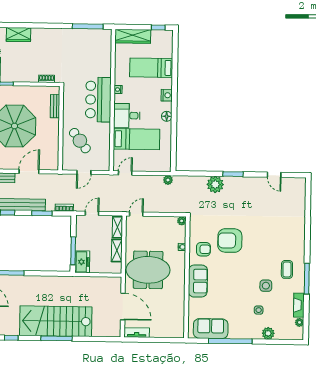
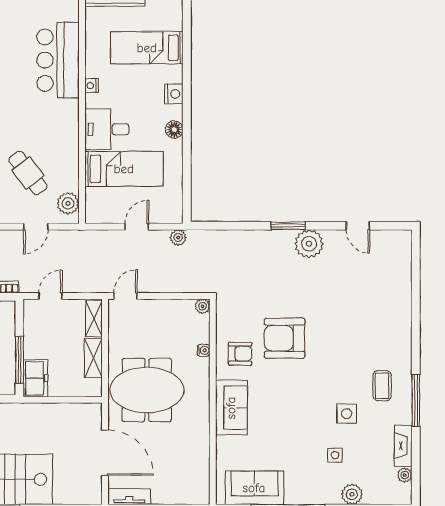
bar counter: (98, 100) -> (58, 60), moved
plant: (103, 159) -> (68, 203), added
door: (125, 173) -> (137, 227), moved
plant: (215, 184) -> (309, 244), moved

